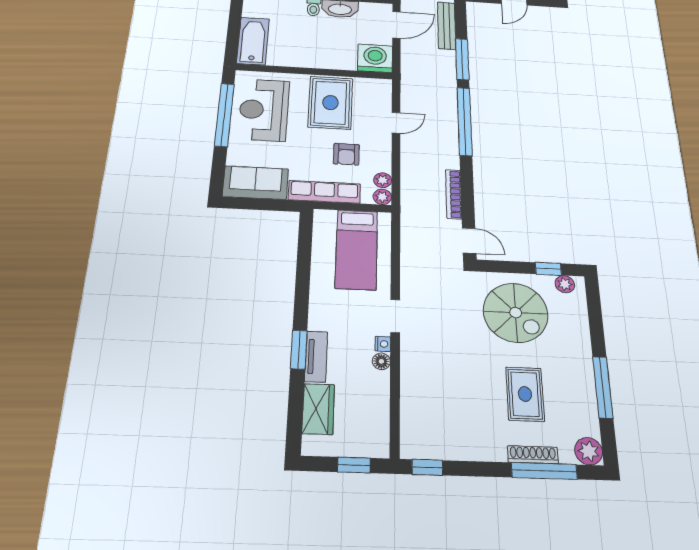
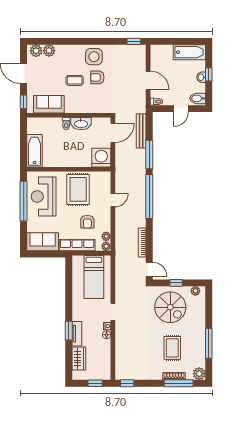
window: (548, 269) -> (176, 283), moved

